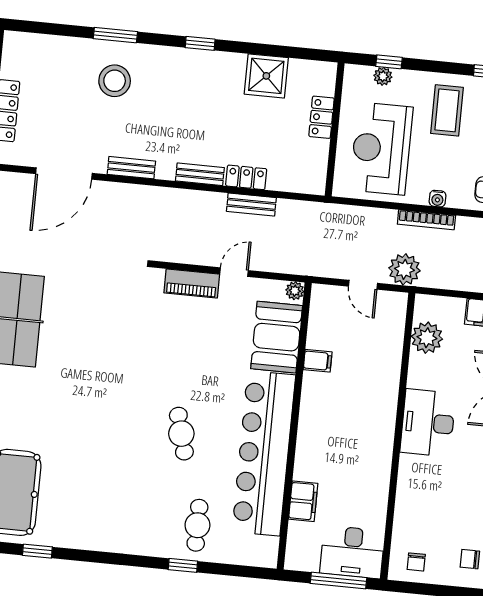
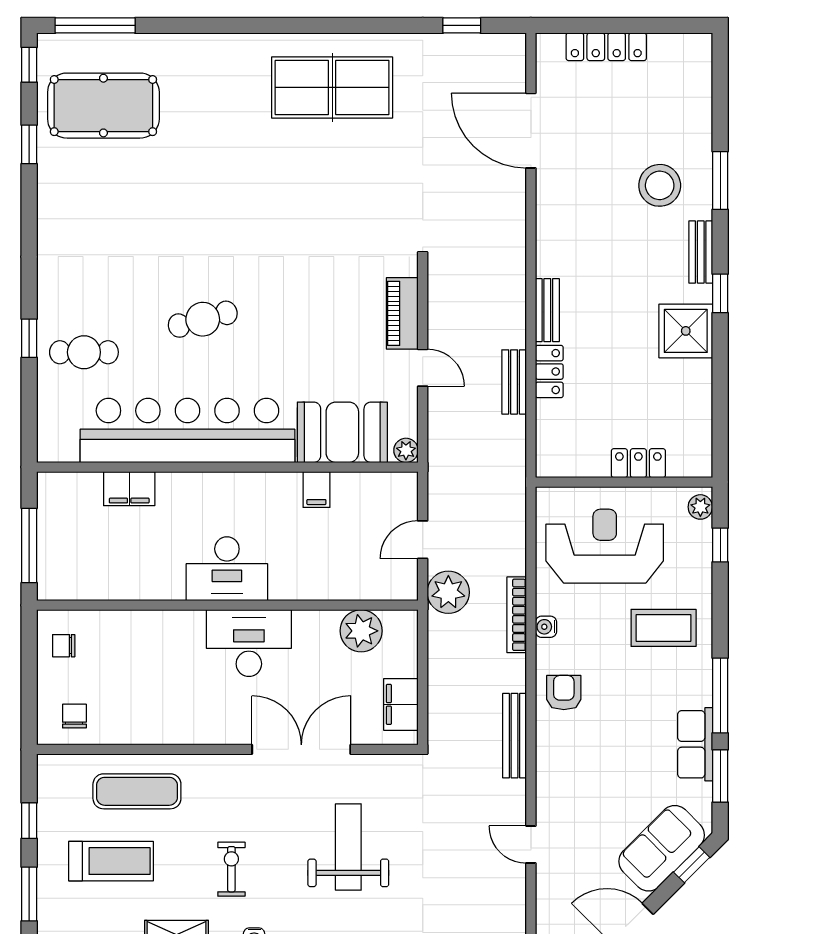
shower: (266, 76) -> (686, 331), moved
plant: (383, 76) -> (700, 507), moved
bench: (131, 168) -> (701, 252), moved
desk: (352, 552) -> (227, 569), moved, turned -90

